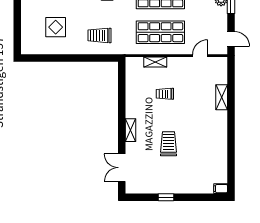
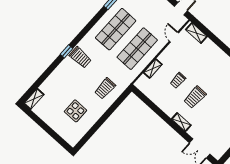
shelving: (222, 97) -> (196, 33), moved
trolley: (168, 144) -> (195, 97), moved, turned -89

